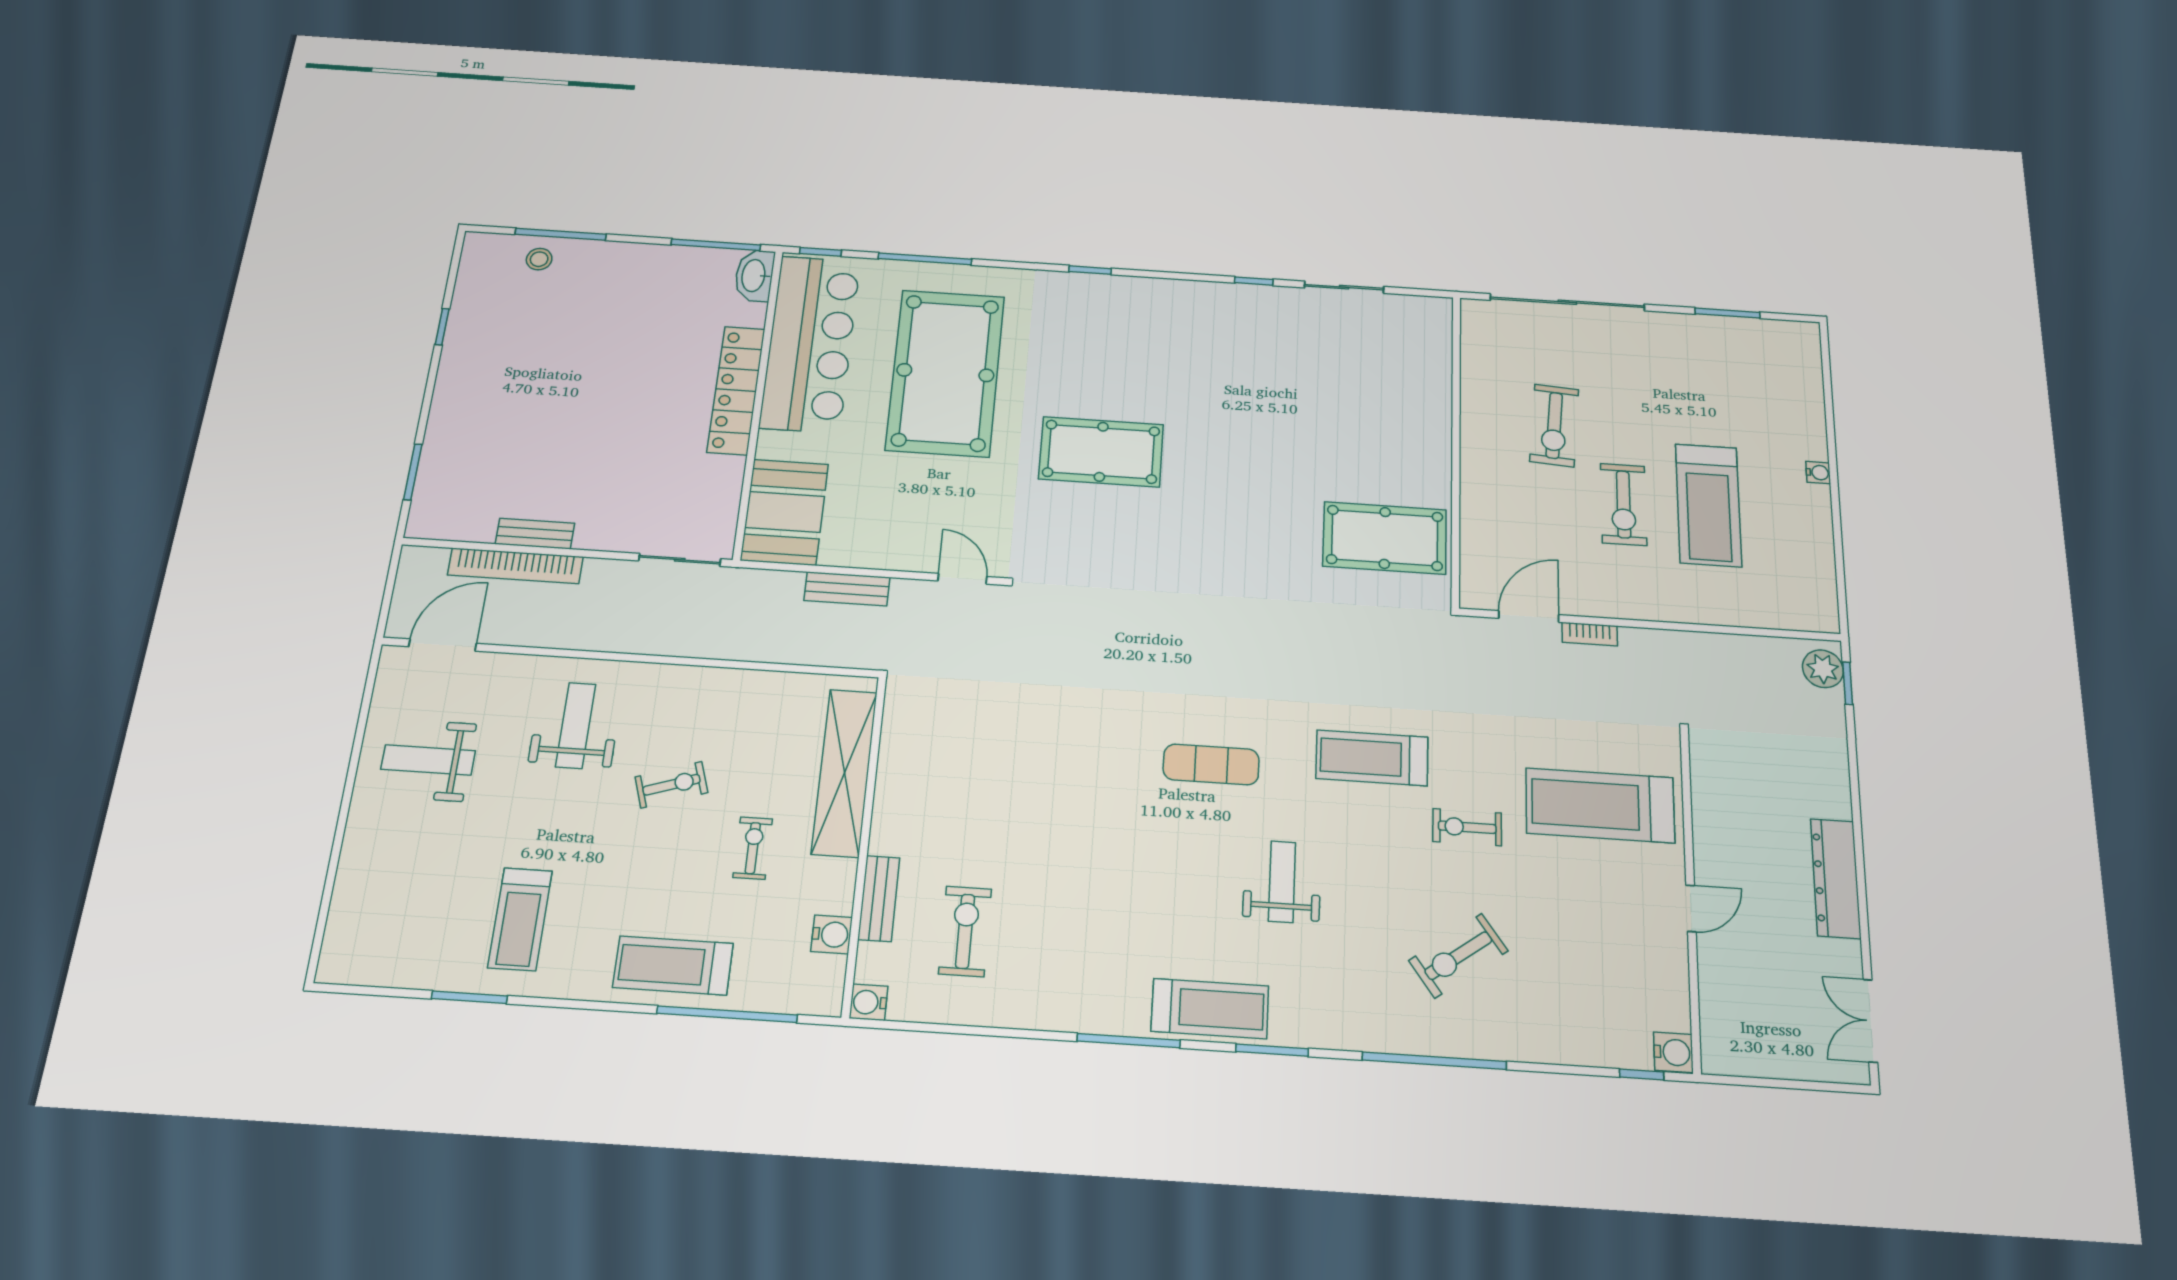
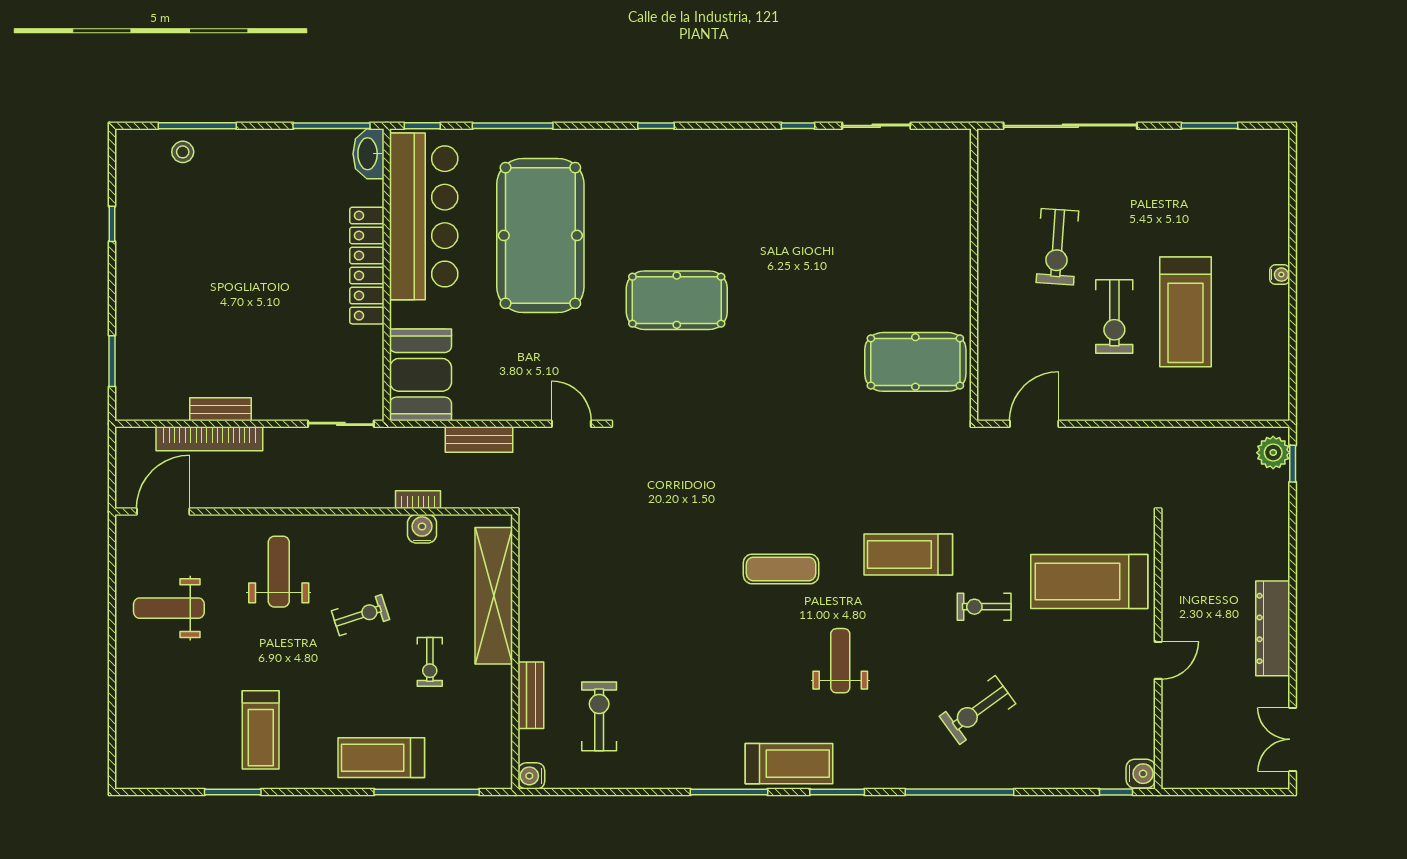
bookcase: (1590, 634) -> (418, 500), moved, turned 180
exercise bike: (753, 848) -> (430, 662), turned 180
water cooler: (832, 934) -> (422, 529), moved, turned -90

